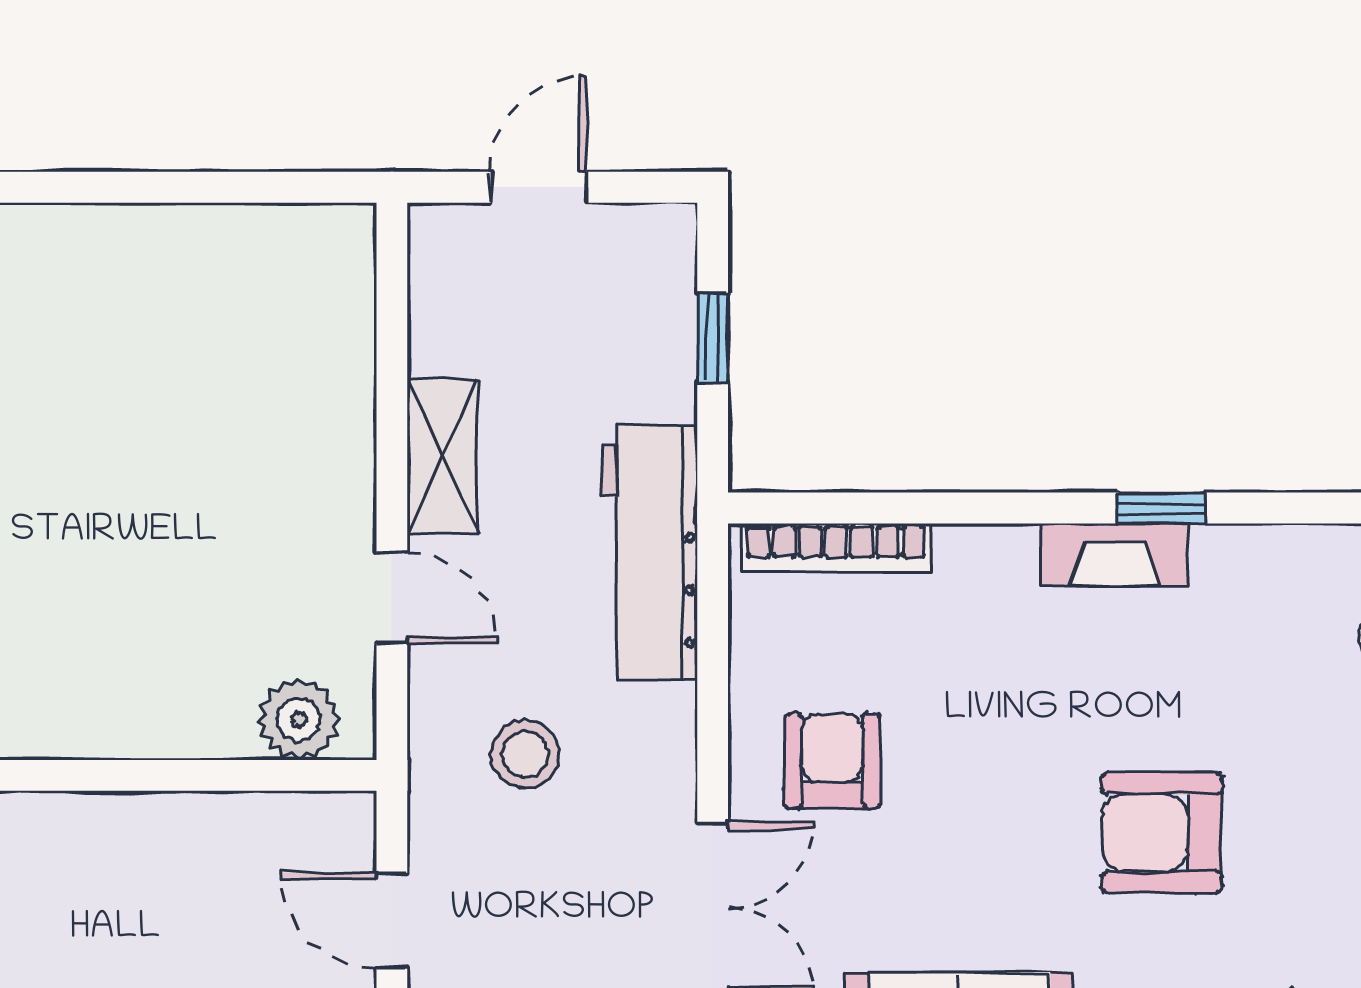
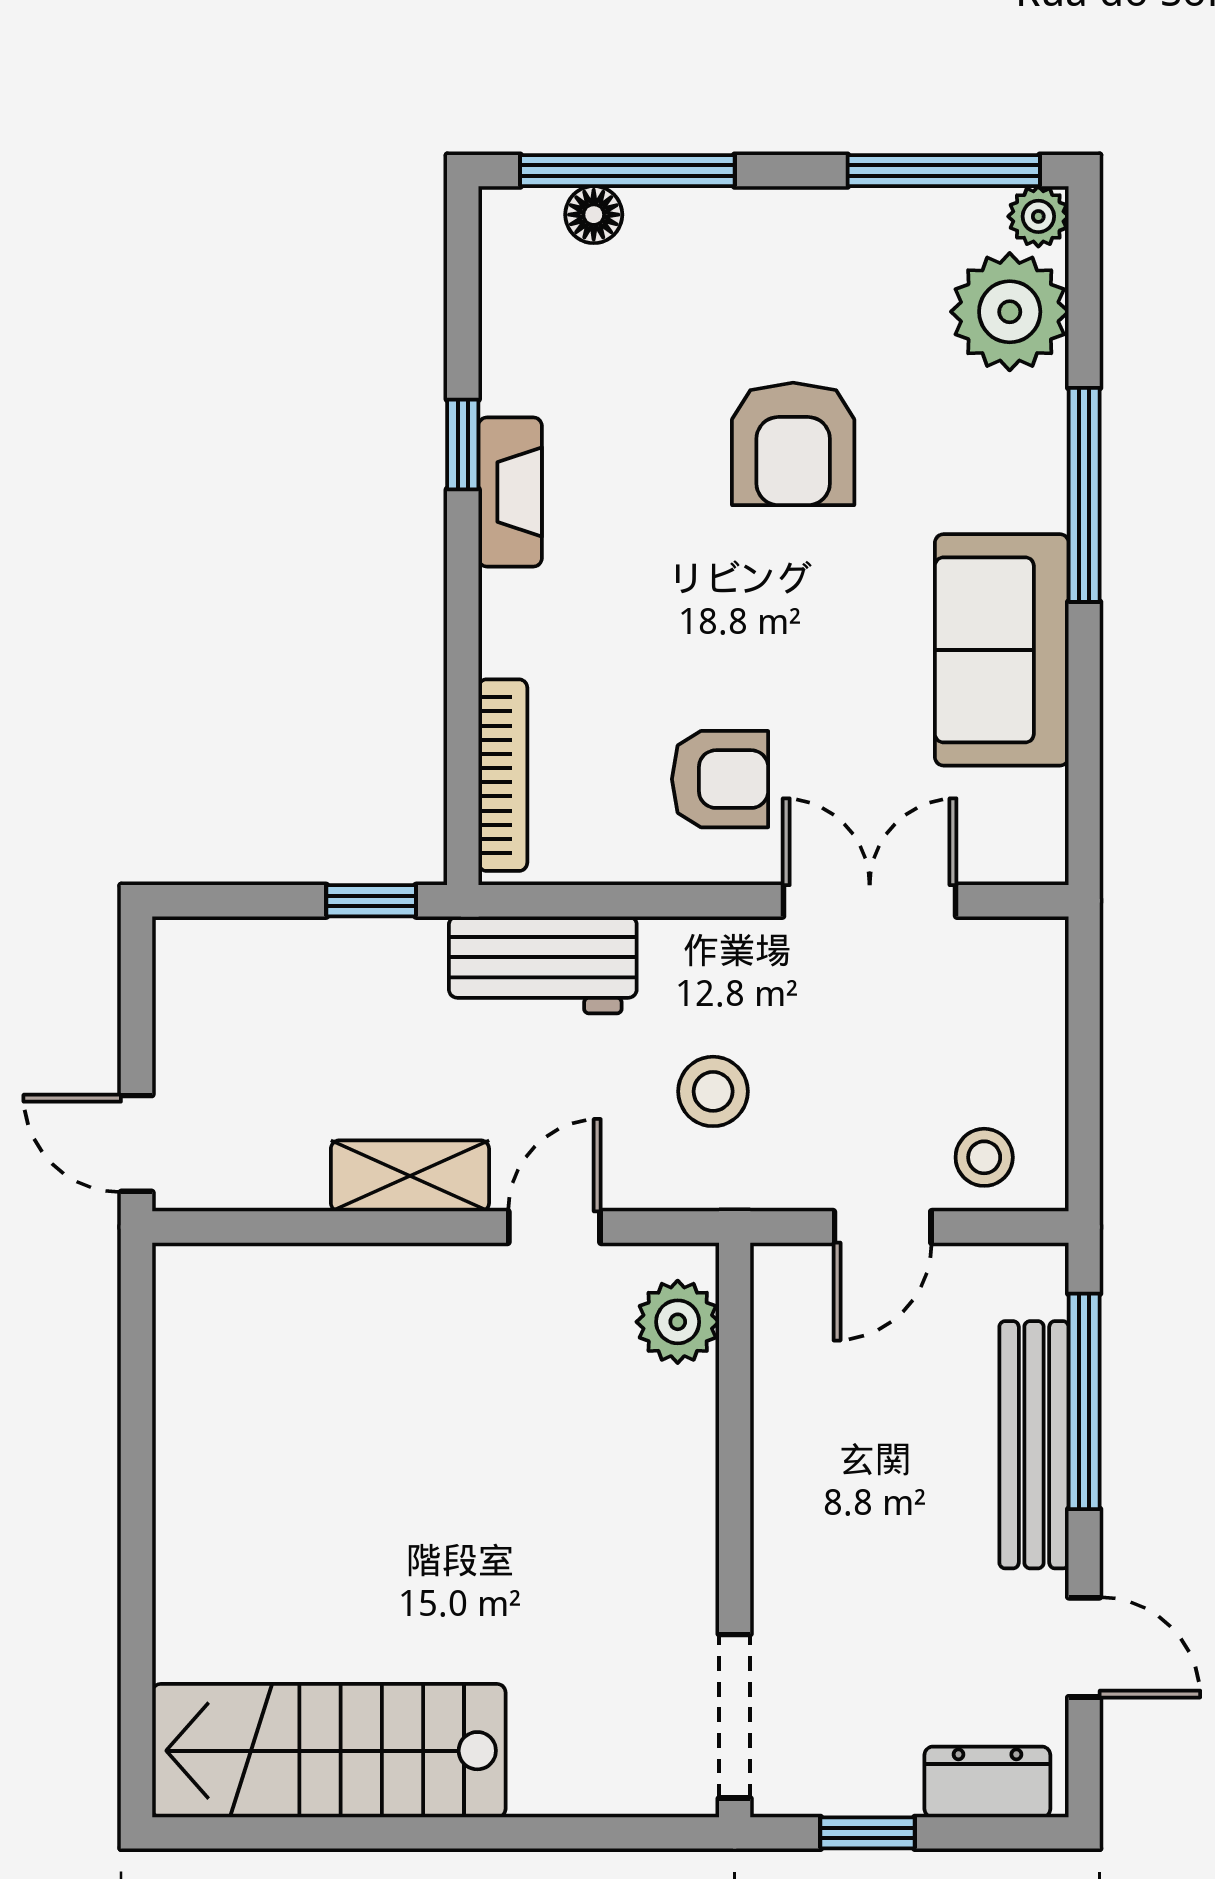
door: (538, 187) -> (136, 1143), moved
window: (713, 338) -> (371, 901), moved
workbench: (650, 552) -> (543, 965), width x0.73
armchair: (832, 761) -> (720, 779), turned 180

